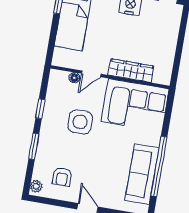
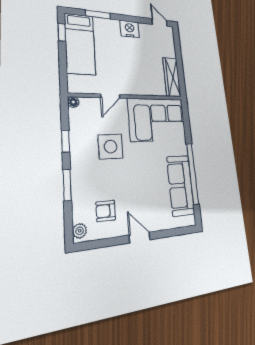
wardrobe: (131, 71) -> (172, 77), moved, turned -90
floor lamp: (74, 78) -> (73, 102), moved
armchair: (62, 177) -> (106, 211), turned 90

